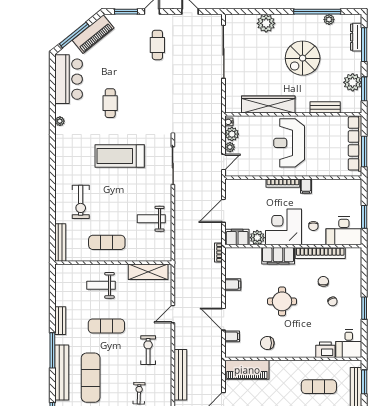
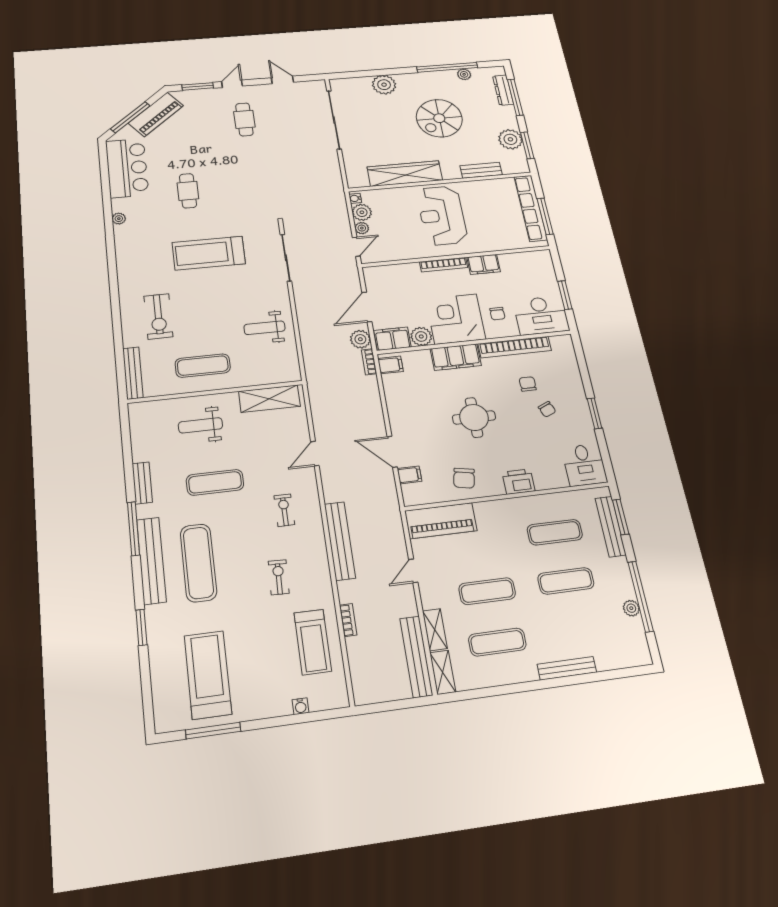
filing cabinet: (306, 186) -> (484, 264), width x2.00
plant: (215, 235) -> (360, 339), added
filing cabinet: (233, 285) -> (391, 365), moved
chair: (267, 343) -> (464, 478), turned -79
exercise bike: (148, 350) -> (284, 510), width x0.73, depth x0.72
printer: (325, 350) -> (519, 482), moved

